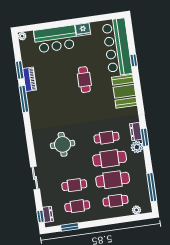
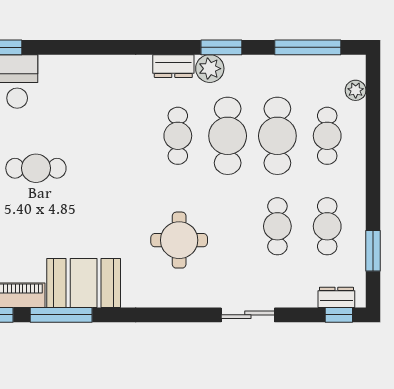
booth: (124, 91) -> (84, 283), moved
window: (145, 137) -> (221, 47), moved

